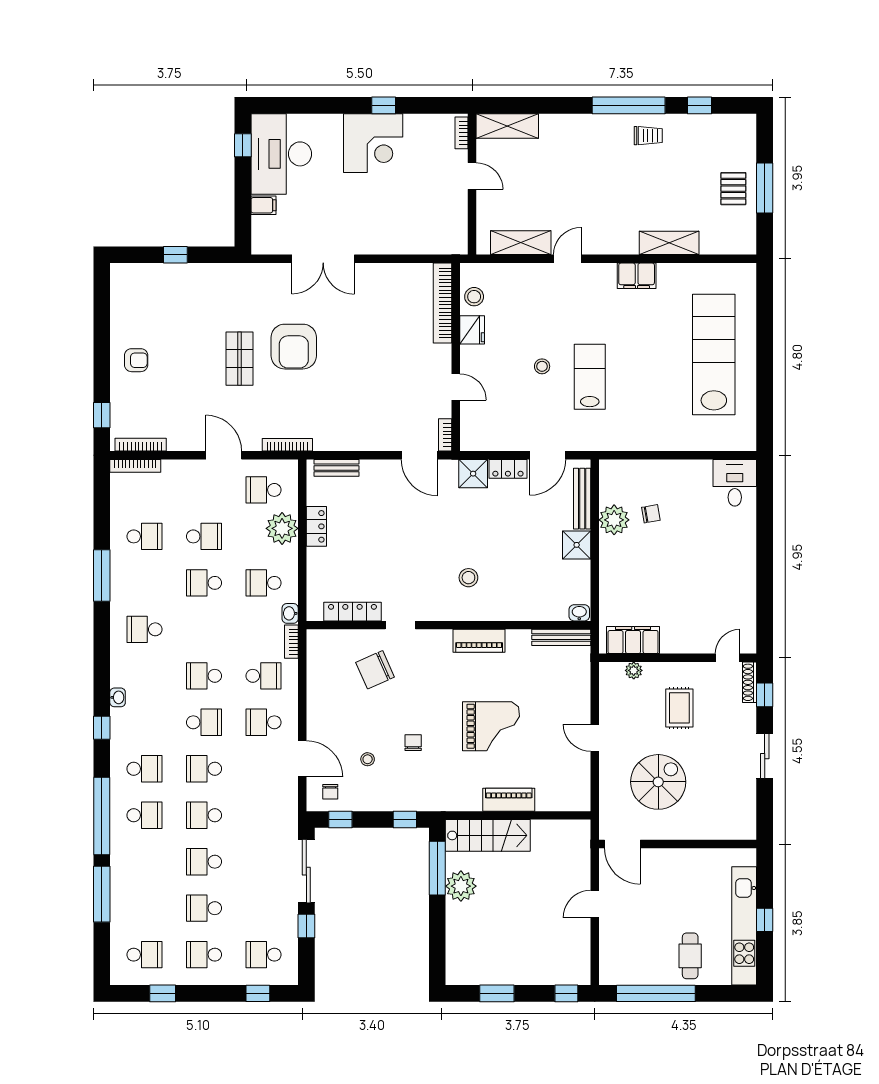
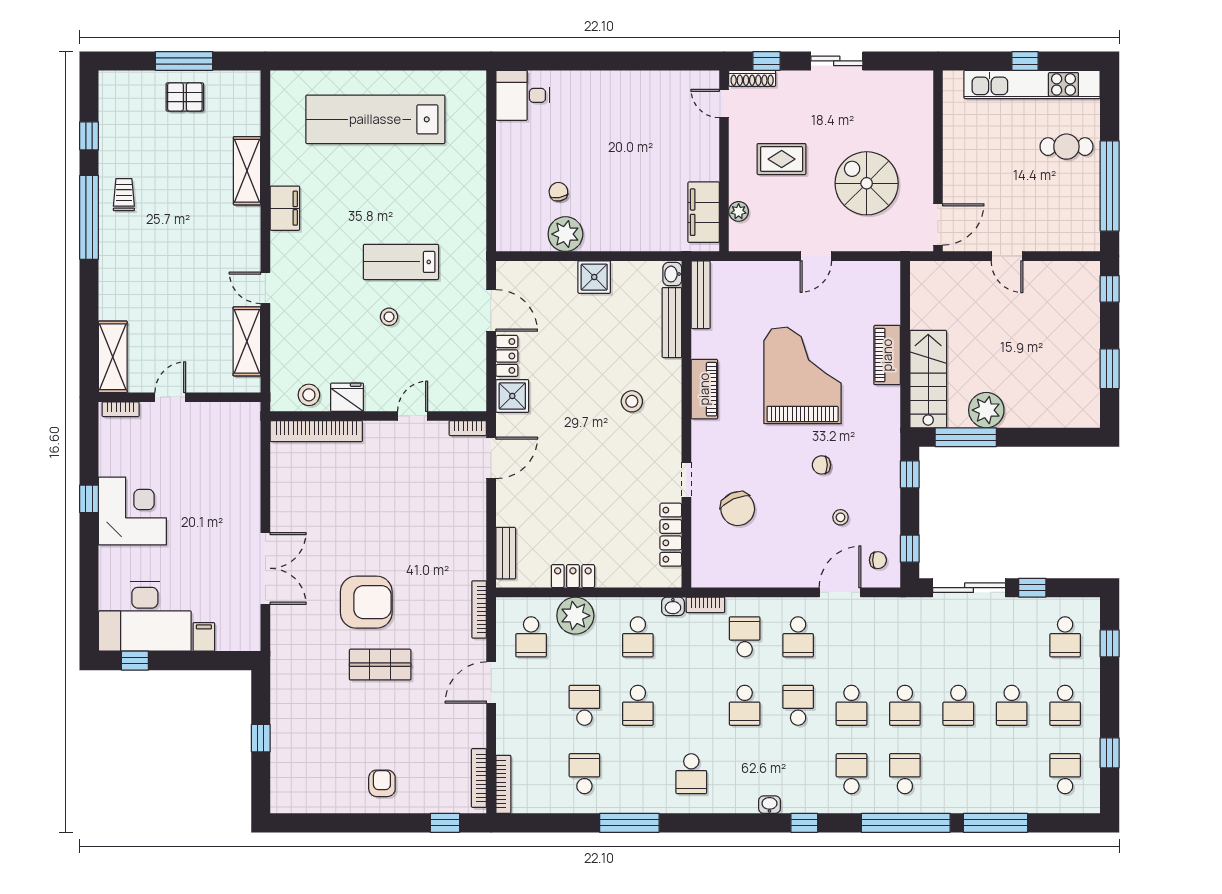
bench: (582, 499) -> (672, 323), moved, turned 90
grand piano: (491, 726) -> (803, 375), width x1.37, depth x1.48

